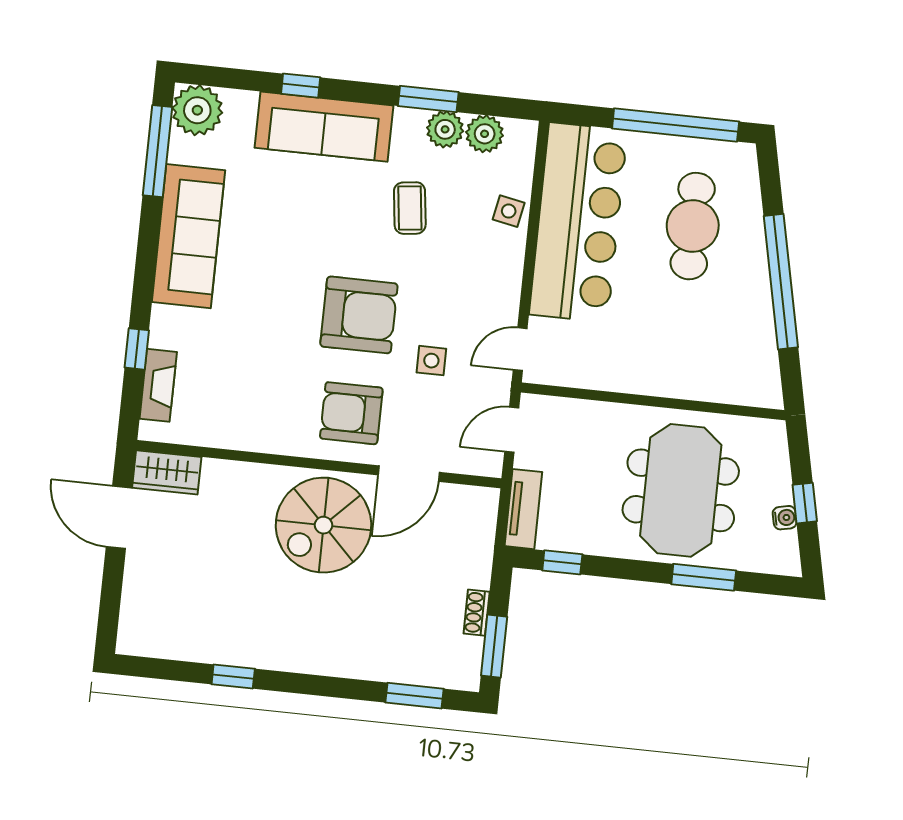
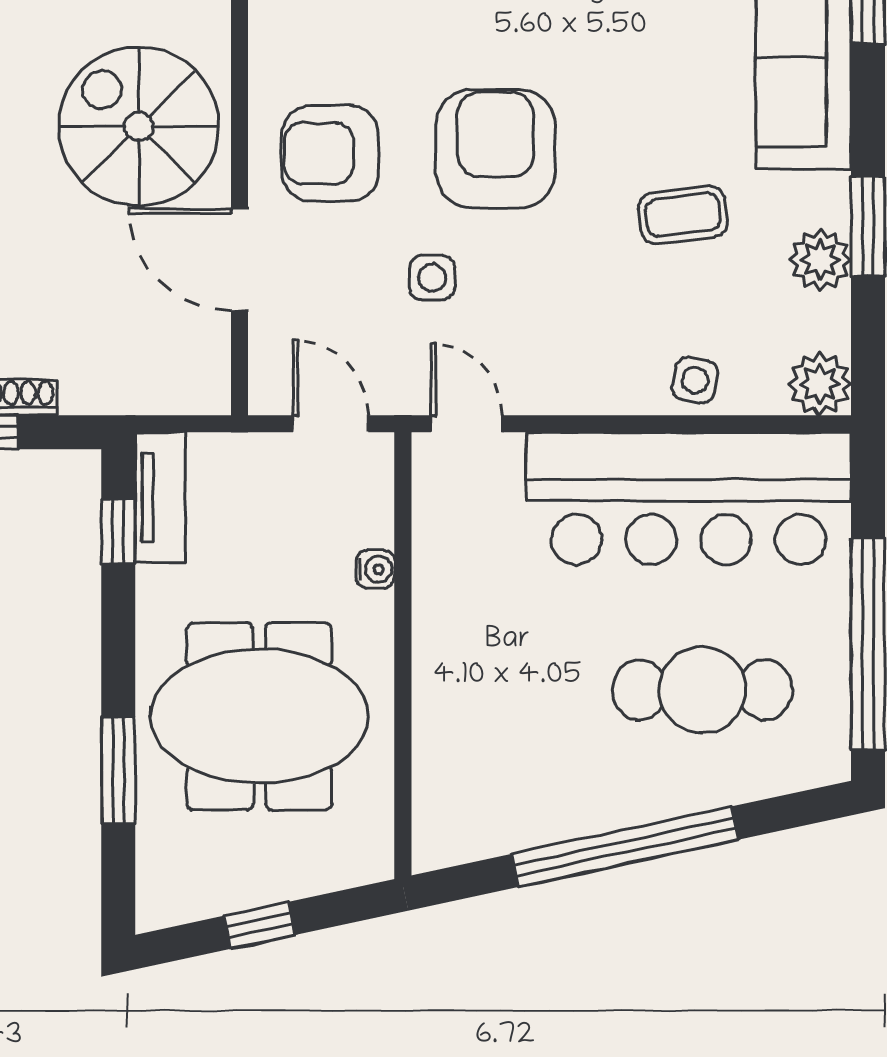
plant: (485, 134) -> (820, 384), moved
armchair: (359, 315) -> (495, 149), turned 180
armchair: (351, 413) -> (330, 153), turned -90
tv unit: (523, 509) -> (160, 497), moved, turned -90
water cooler: (785, 518) -> (375, 569), moved, turned -78

